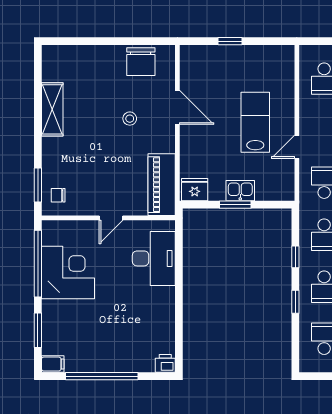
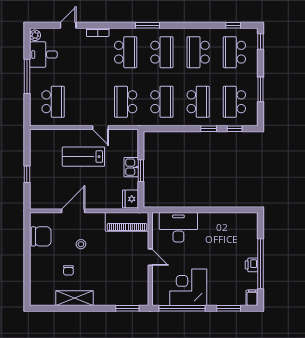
chair: (58, 195) -> (68, 270), moved
window: (295, 257) -> (235, 129), moved
printer: (165, 363) -> (252, 265), moved

